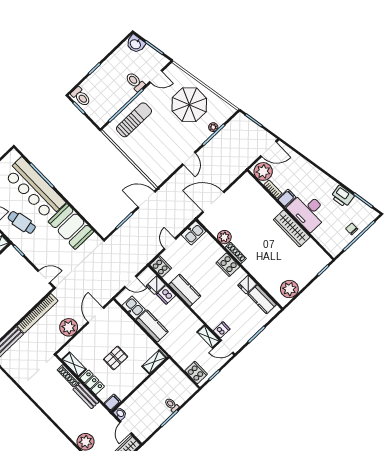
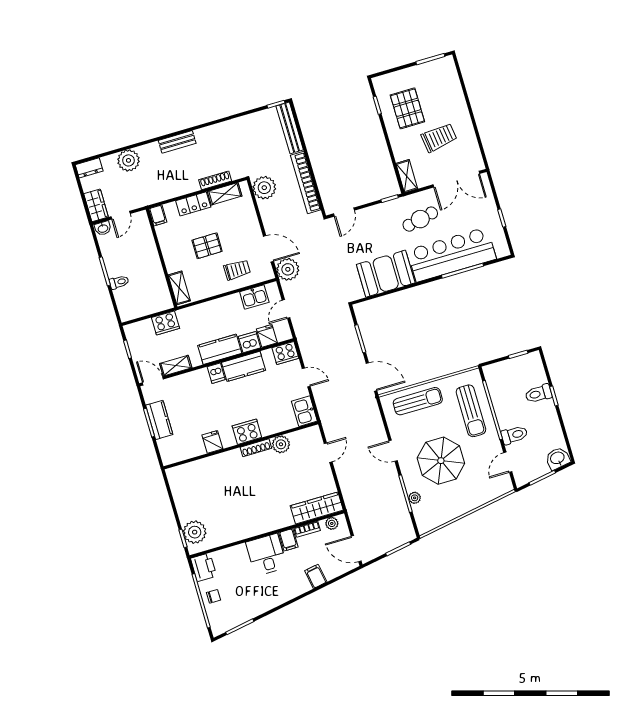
toilet: (81, 97) -> (538, 394), moved
parasol: (189, 105) -> (441, 461), moved
door: (269, 149) -> (356, 549), hinge flipped
sun lounger: (146, 159) -> (418, 401), added
filing cabinet: (302, 166) -> (316, 576), added
plant: (263, 171) -> (332, 523), width x0.53, depth x0.53
printer: (343, 196) -> (204, 567), moved, turned 100
door: (146, 199) -> (371, 377), hinge flipped
door: (213, 202) -> (328, 453), width x0.53
desk: (308, 211) -> (266, 555), width x0.73
wardrobe: (292, 228) -> (317, 508), moved
plant: (289, 289) -> (195, 532), moved
plant: (103, 295) -> (288, 269), added
kitchen counter: (262, 299) -> (159, 420), moved, turned 90
kitchen counter: (152, 326) -> (220, 349), moved, turned 180
plant: (69, 327) -> (264, 188), moved
trolley: (121, 329) -> (237, 270), added
dishwasher: (222, 330) -> (216, 373), moved
door: (227, 347) -> (153, 381), hinge flipped
pallet: (116, 358) -> (207, 246), turned 90
cooker: (196, 372) -> (165, 323), moved
bench: (86, 396) -> (177, 142), moved
washbasin: (120, 414) -> (103, 228), moved
door: (126, 428) -> (121, 215), swing flipped

